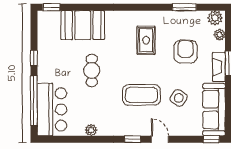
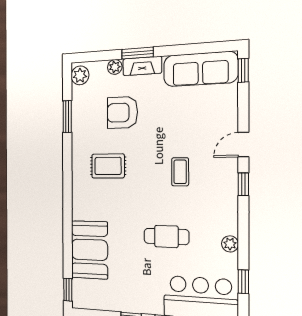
plant: (220, 35) -> (115, 67), moved
cafe table: (92, 70) -> (166, 236), moved
coffee table: (141, 95) -> (180, 172), width x0.54, depth x0.58
side table: (179, 98) -> (184, 120), removed
window: (65, 139) -> (243, 282), added

